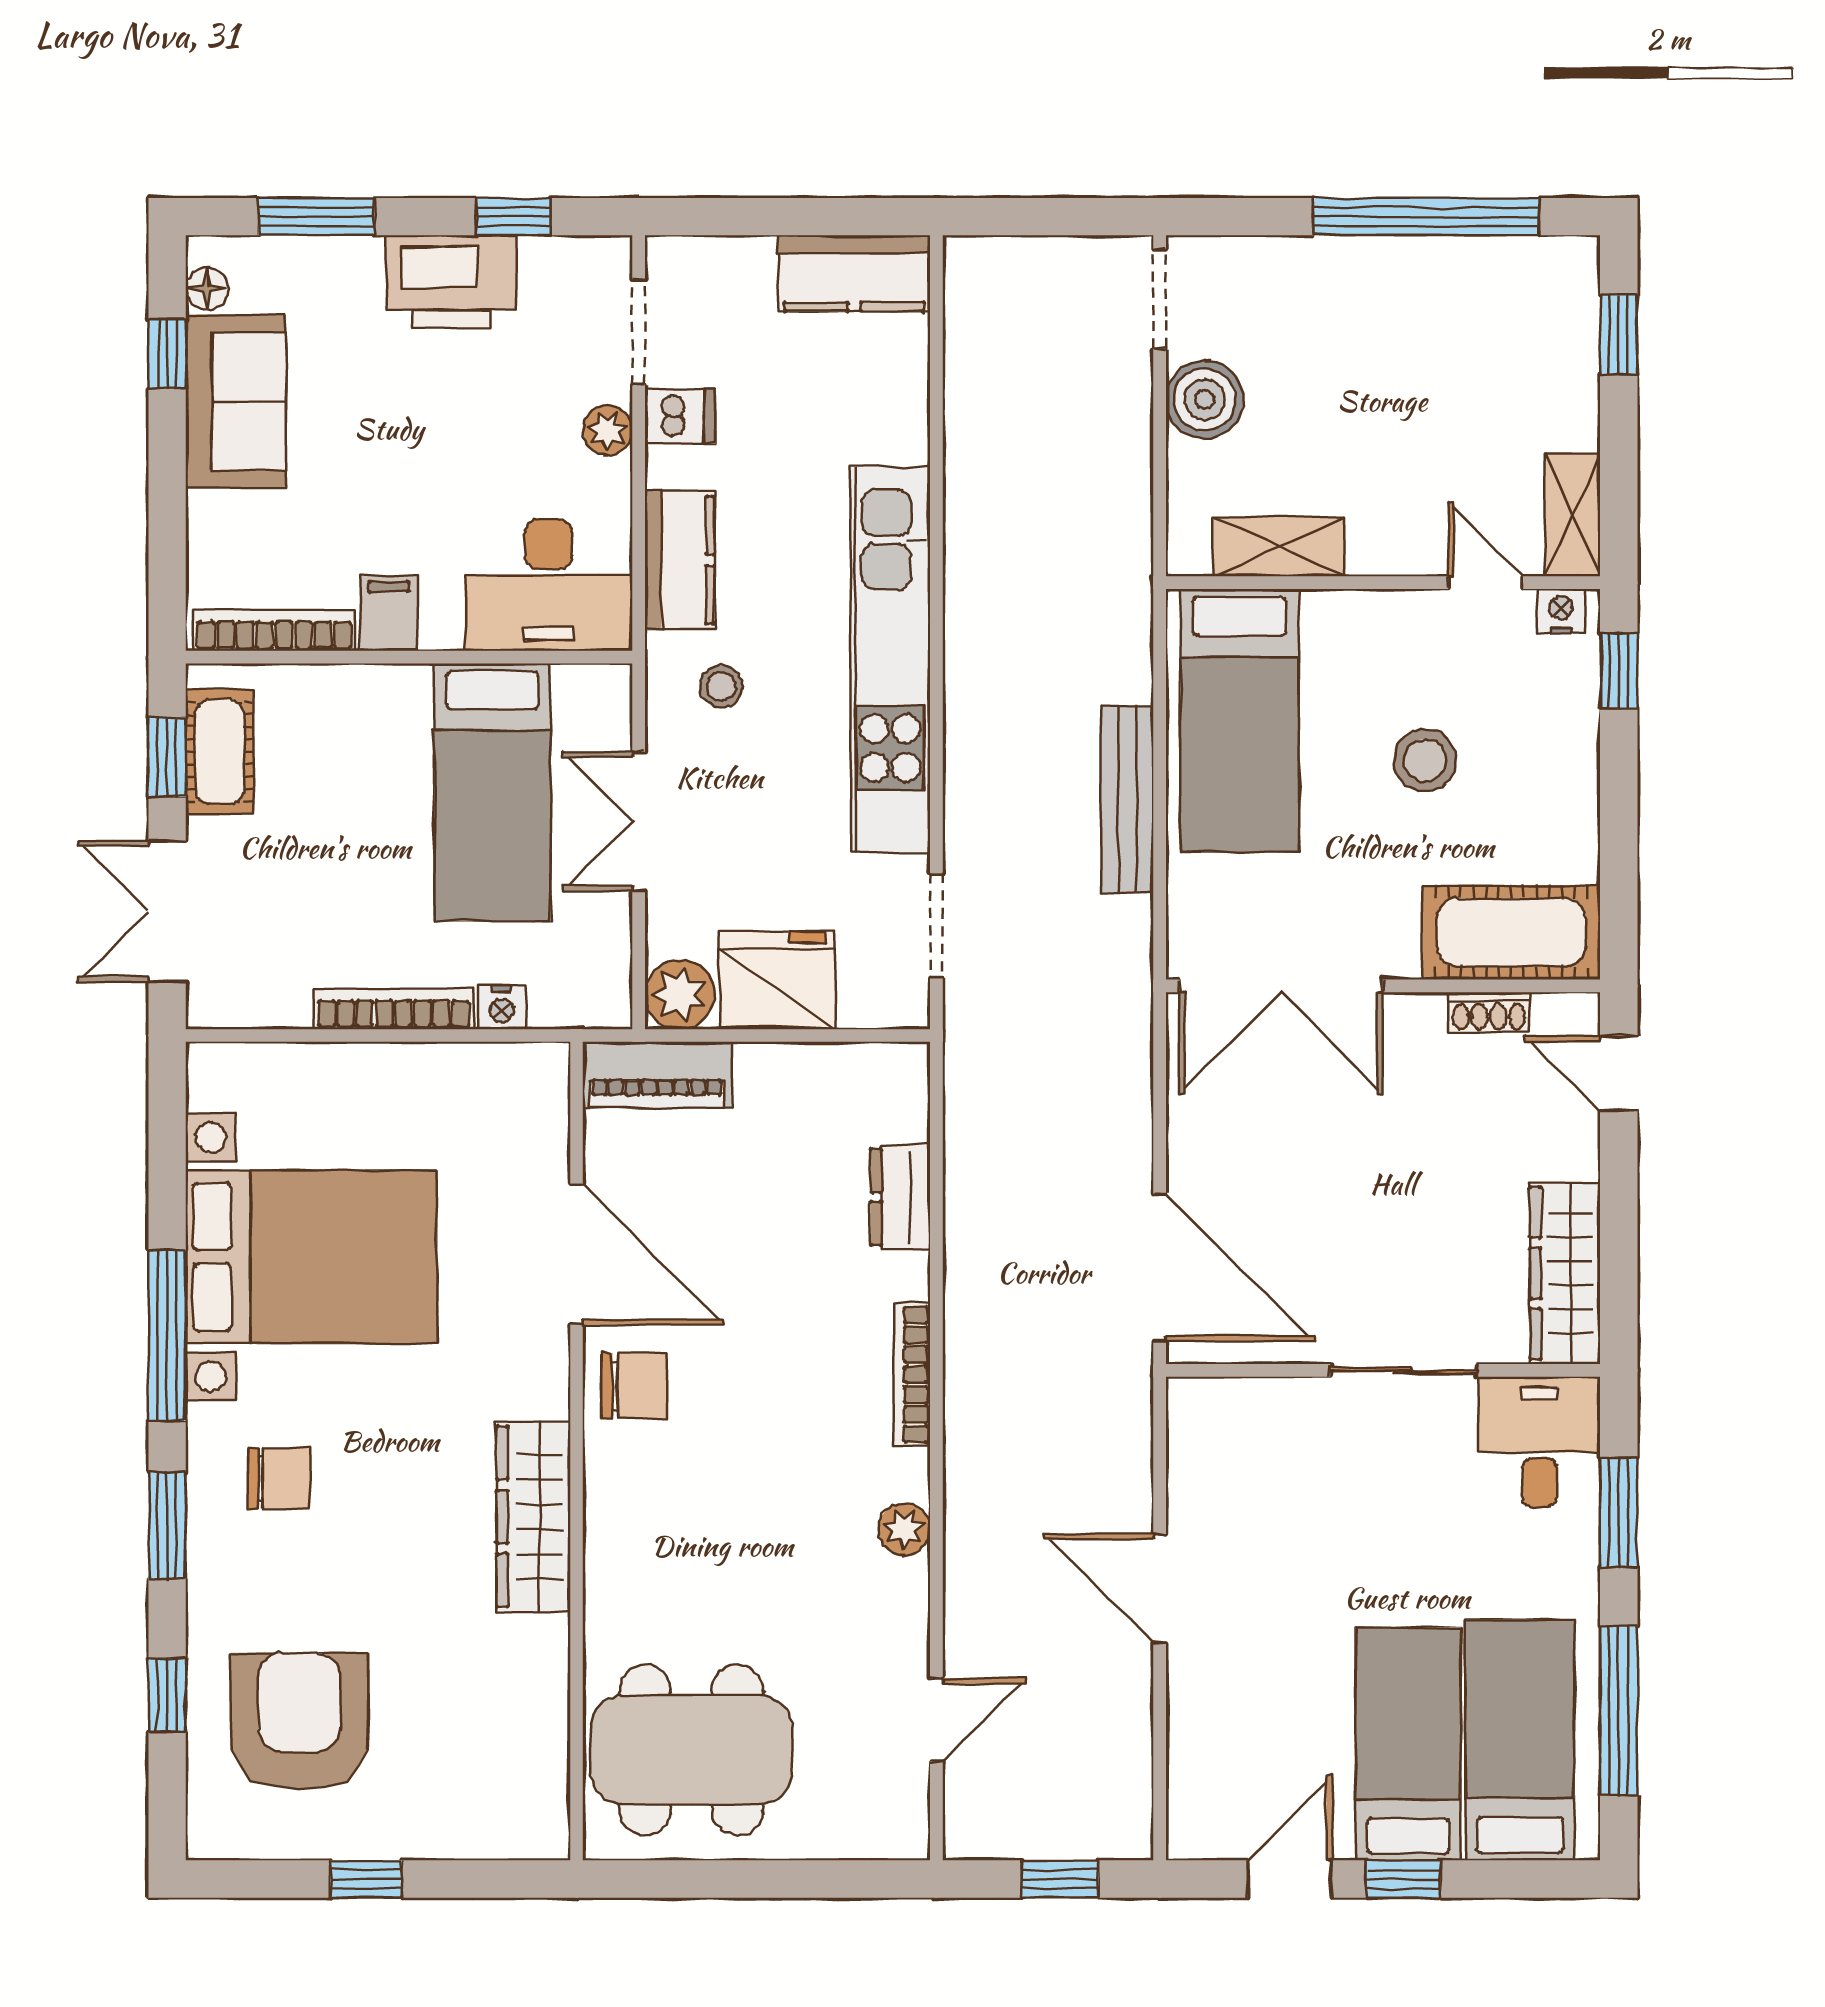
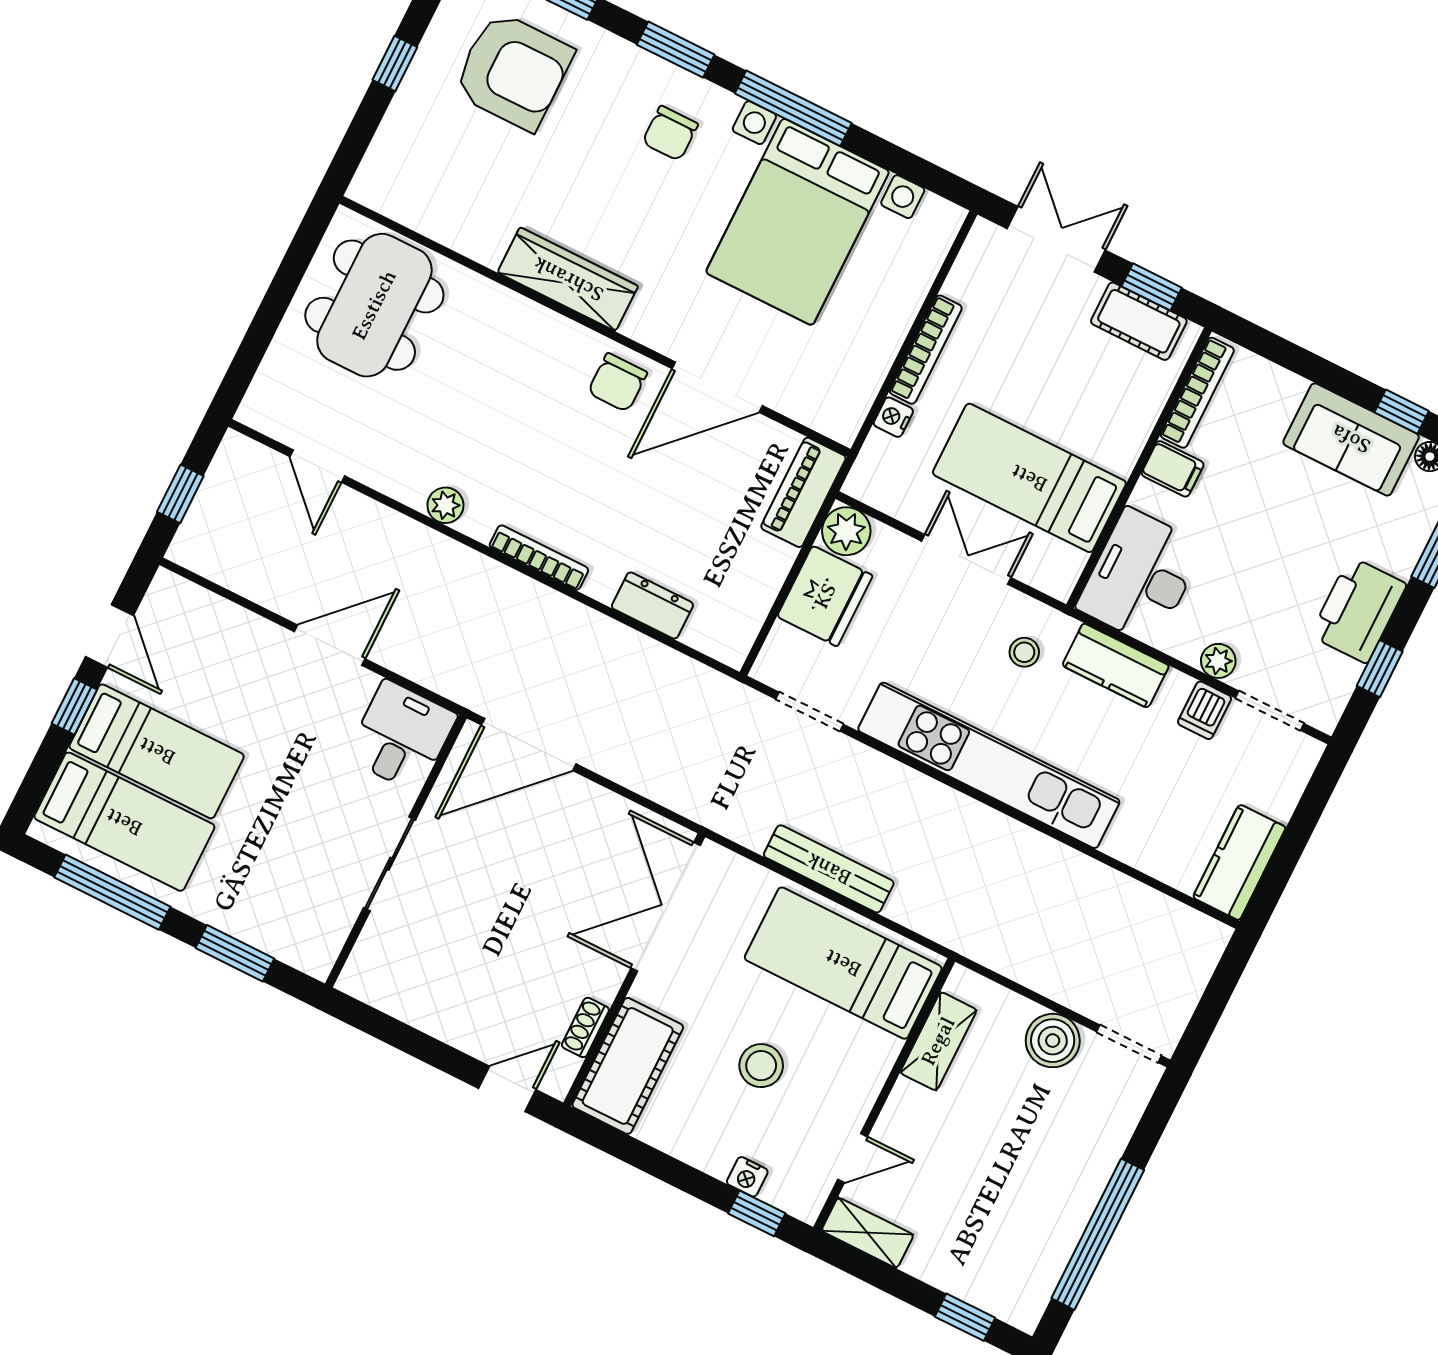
nightstand: (1561, 611) -> (747, 1177), moved, turned 90
wardrobe: (1565, 1273) -> (400, 994), removed
desk: (1539, 1442) -> (401, 736), moved, turned -90

